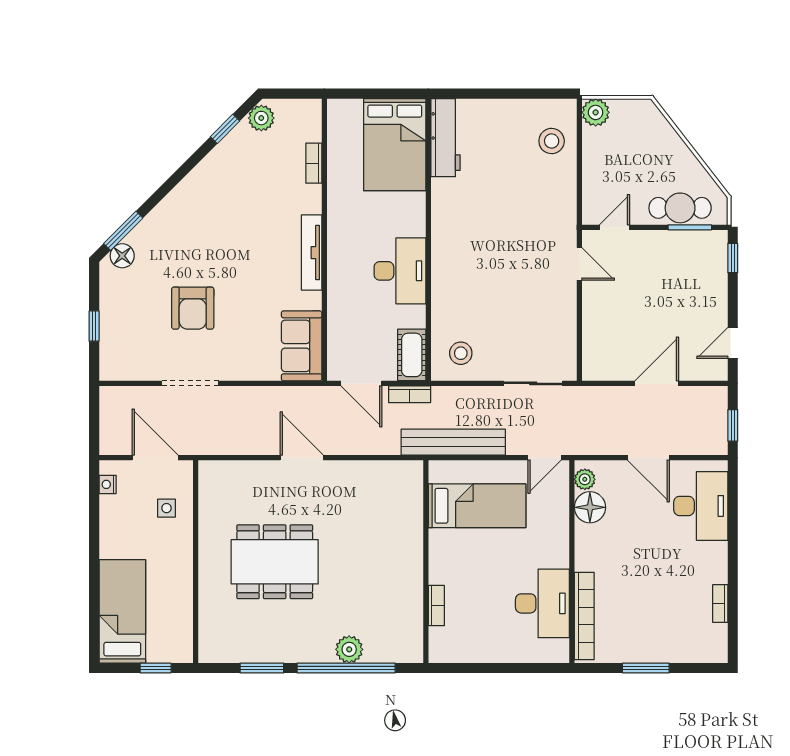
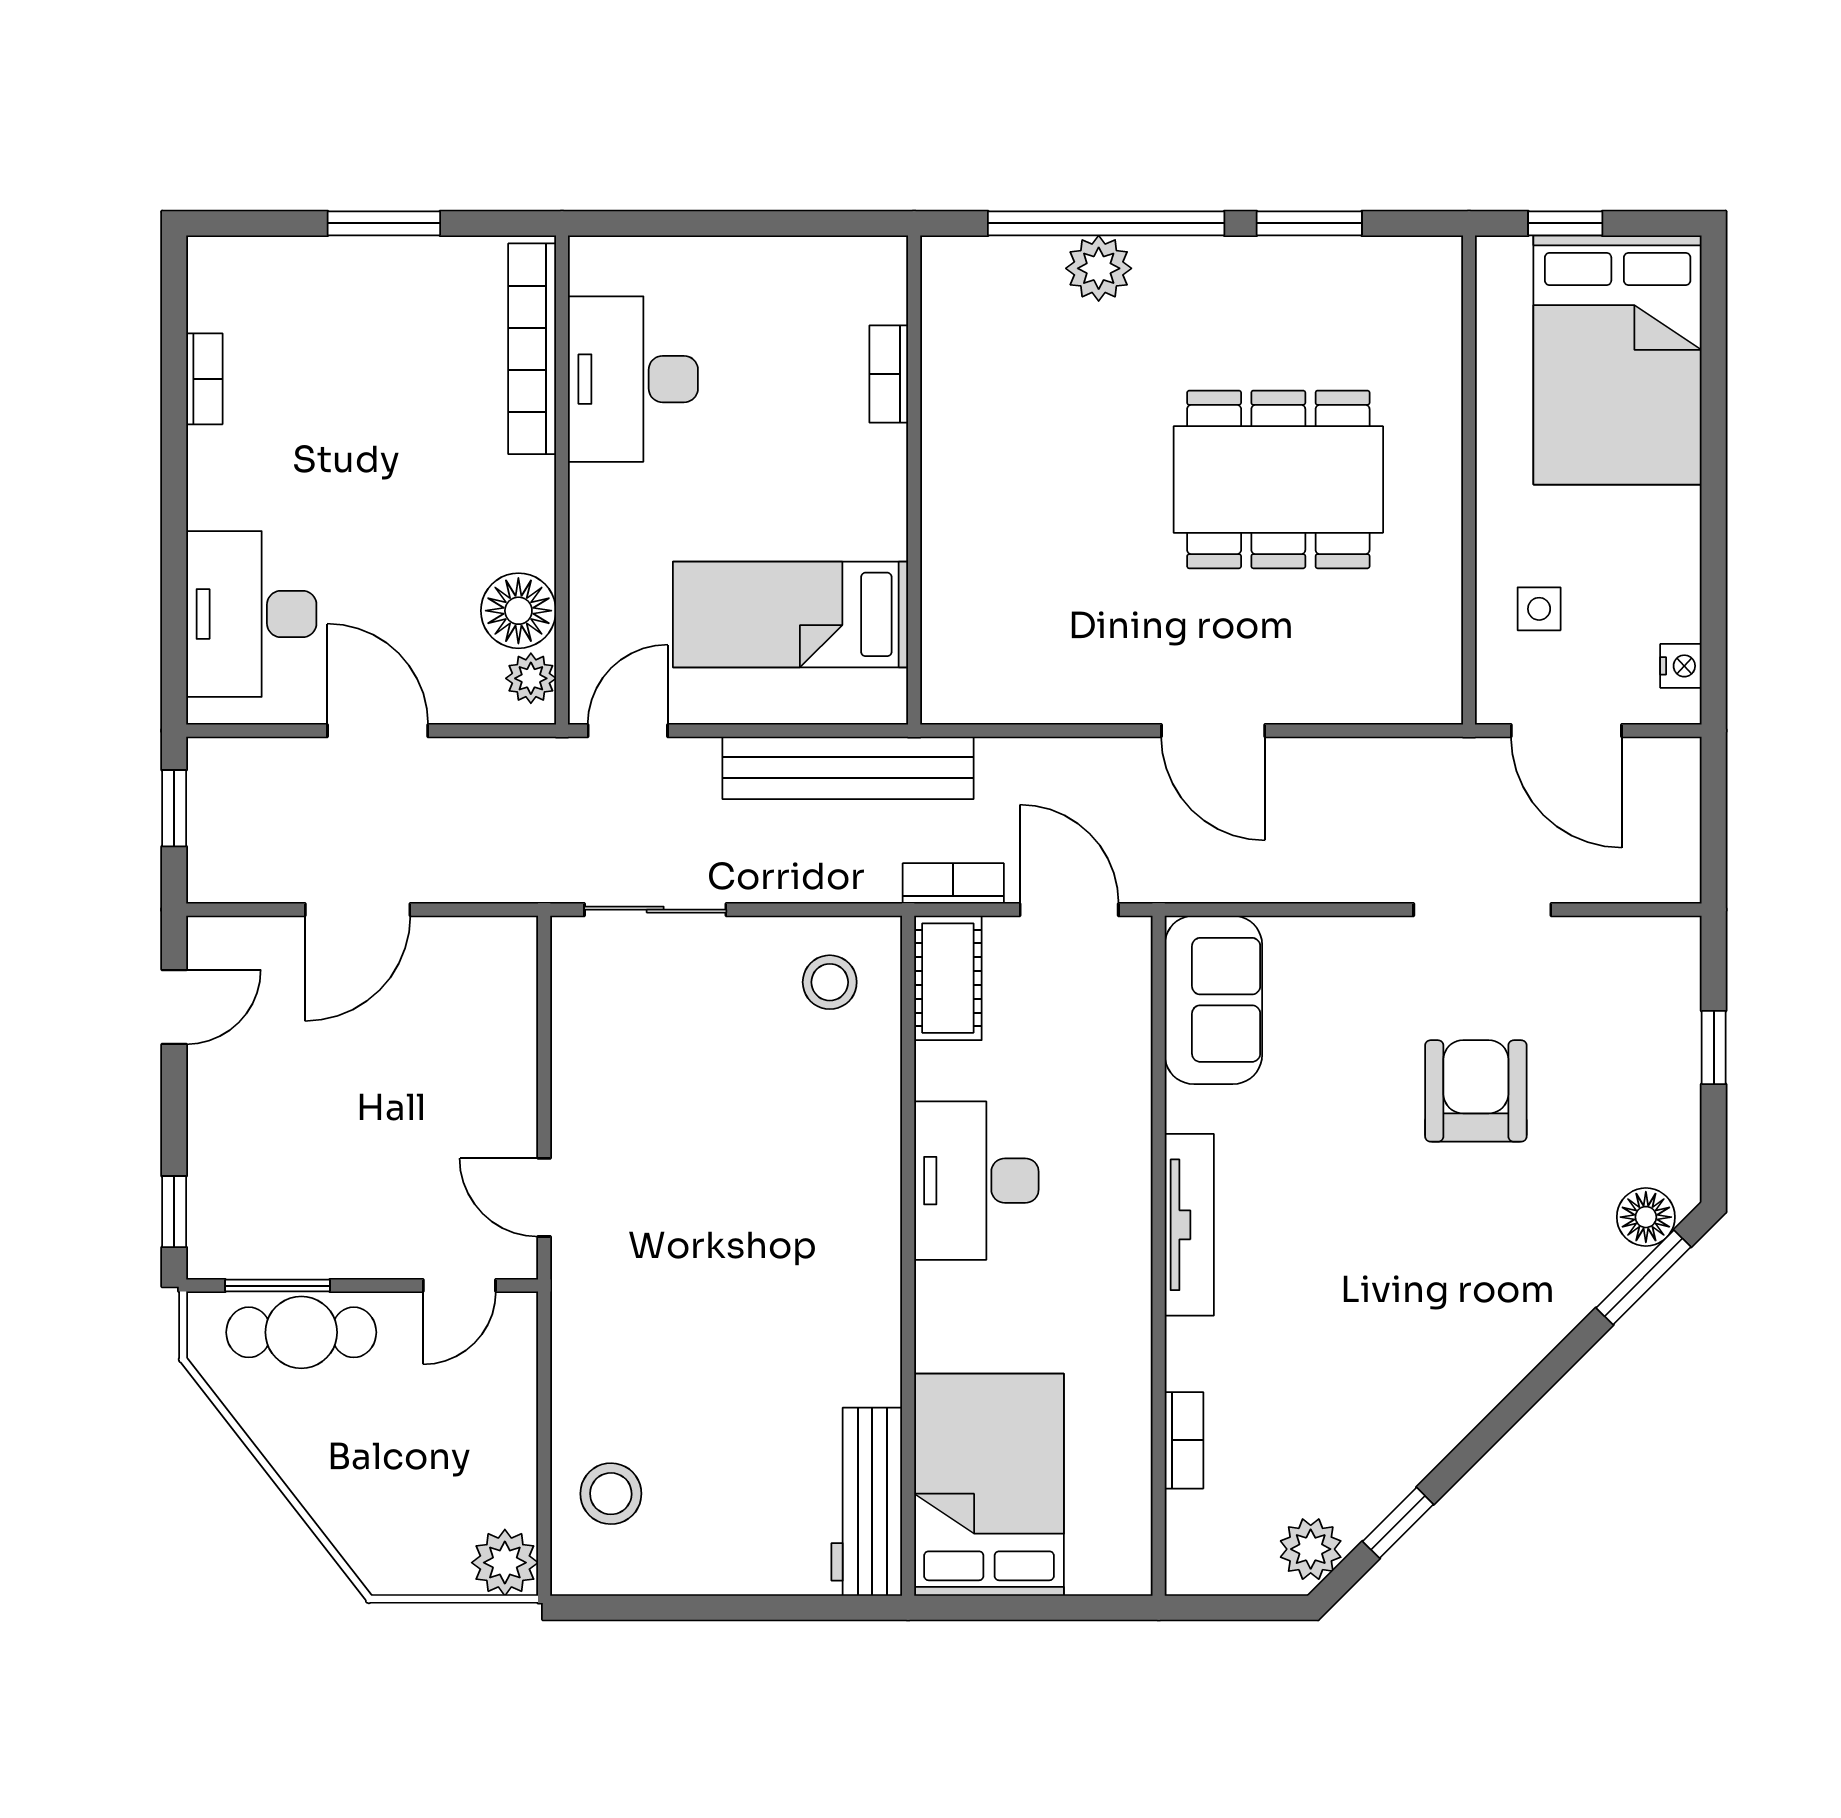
bed: (122, 611) -> (1618, 360), width x1.50

